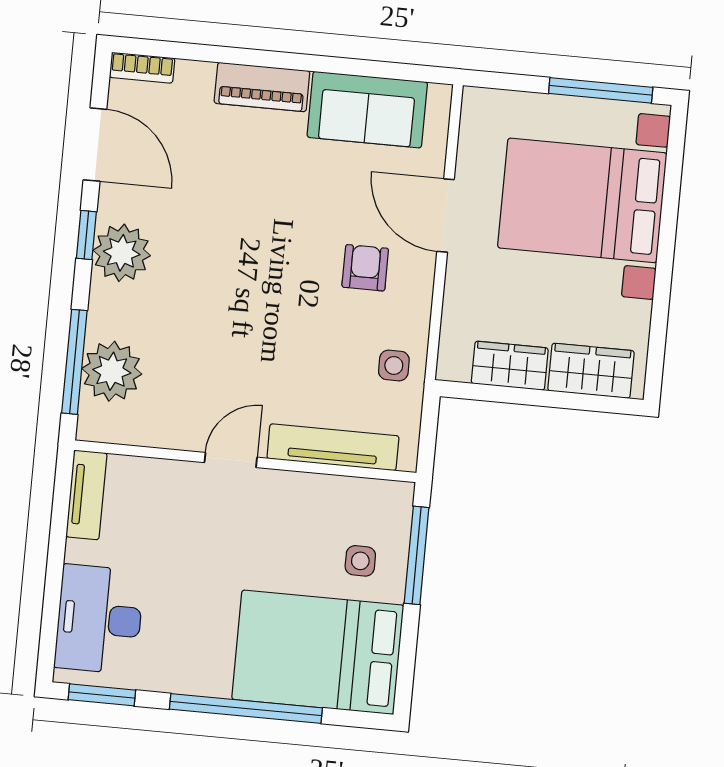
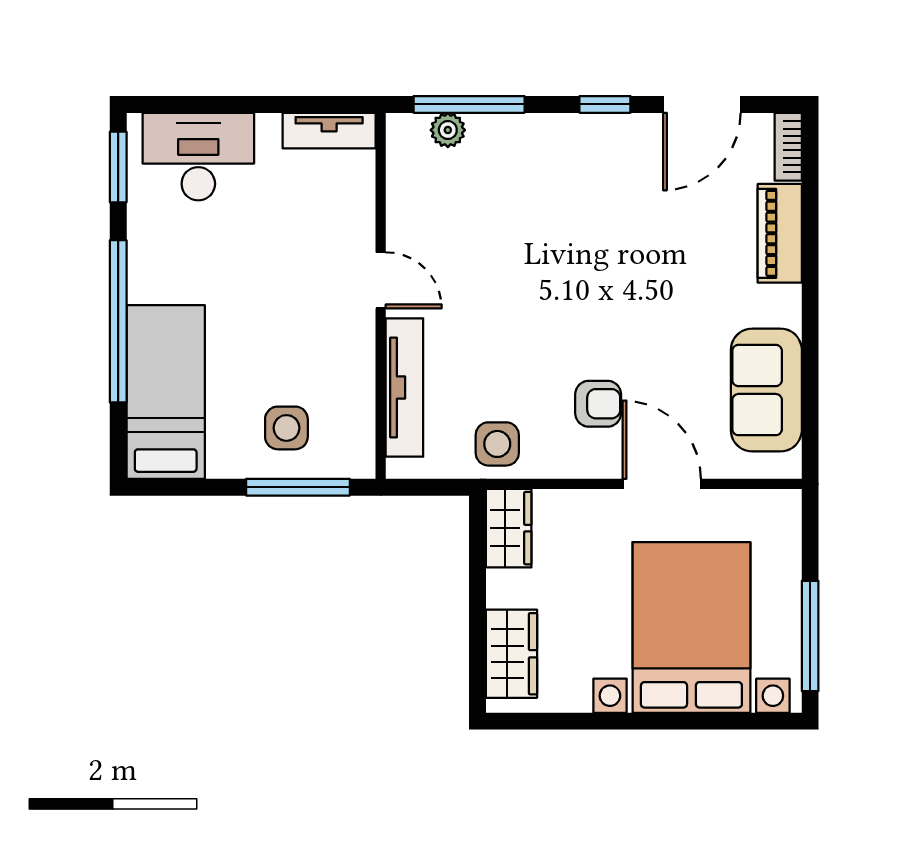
piano: (262, 87) -> (780, 233), moved
door: (446, 215) -> (662, 484), hinge flipped
plant: (122, 253) -> (590, 144), removed
side table: (394, 366) -> (497, 444), width x1.37, depth x1.37
wardrobe: (510, 366) -> (509, 528), moved
plant: (112, 371) -> (448, 130), width x0.53, depth x0.53
side table: (360, 561) -> (286, 428), width x1.37, depth x1.37
bed: (318, 652) -> (166, 392), width x0.67

